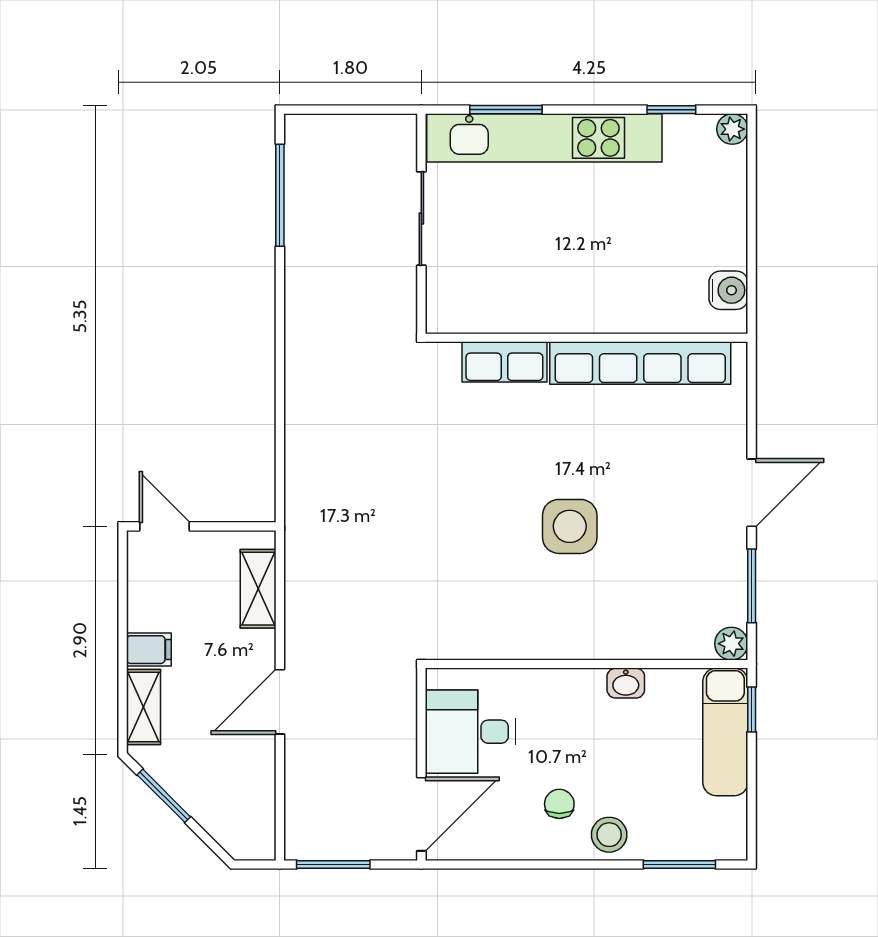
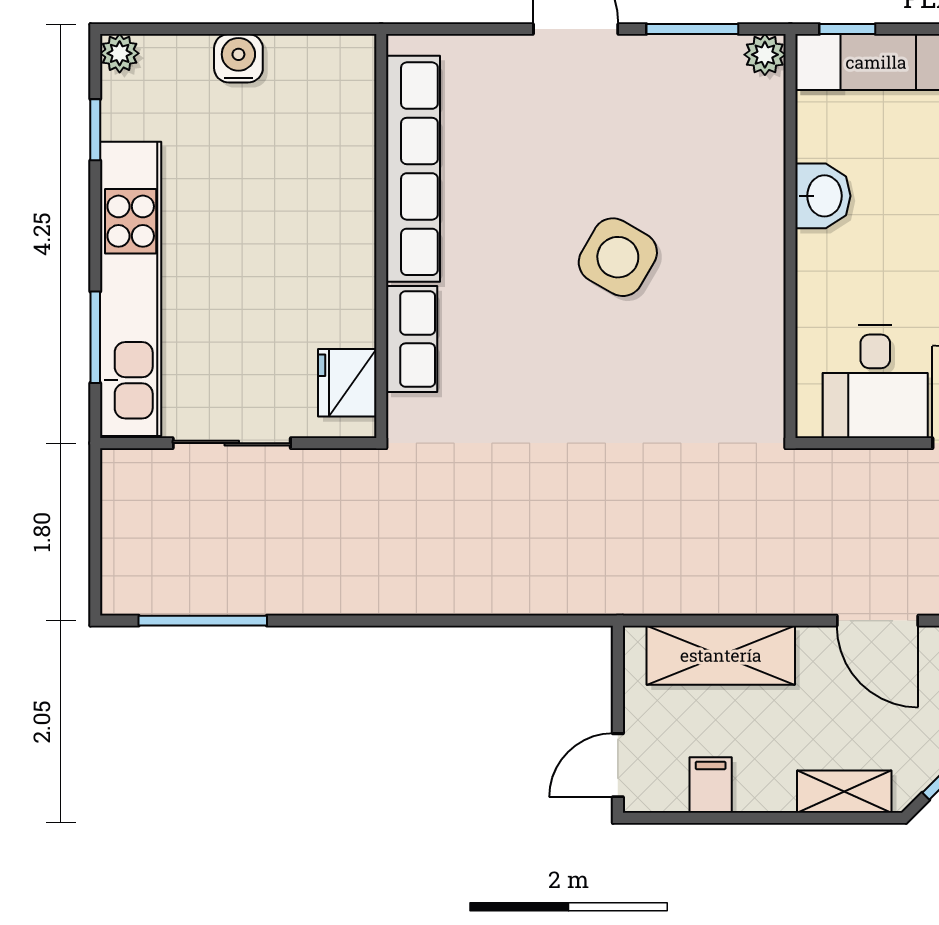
water cooler: (728, 290) -> (238, 58), moved
fridge: (470, 311) -> (347, 383), added
side table: (570, 526) -> (618, 257), turned 30
shelving: (258, 589) -> (721, 655), width x1.50, depth x1.33
filing cabinet: (149, 650) -> (711, 785), moved
washbasin: (626, 683) -> (823, 196), width x1.38, depth x1.45
door: (280, 702) -> (877, 621), moved

